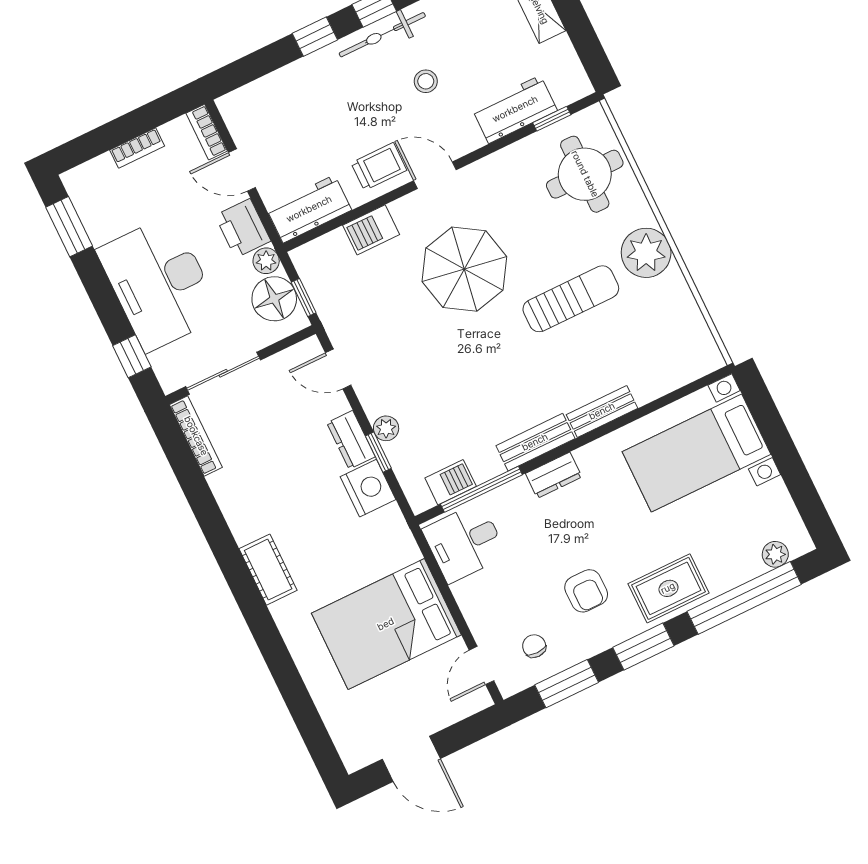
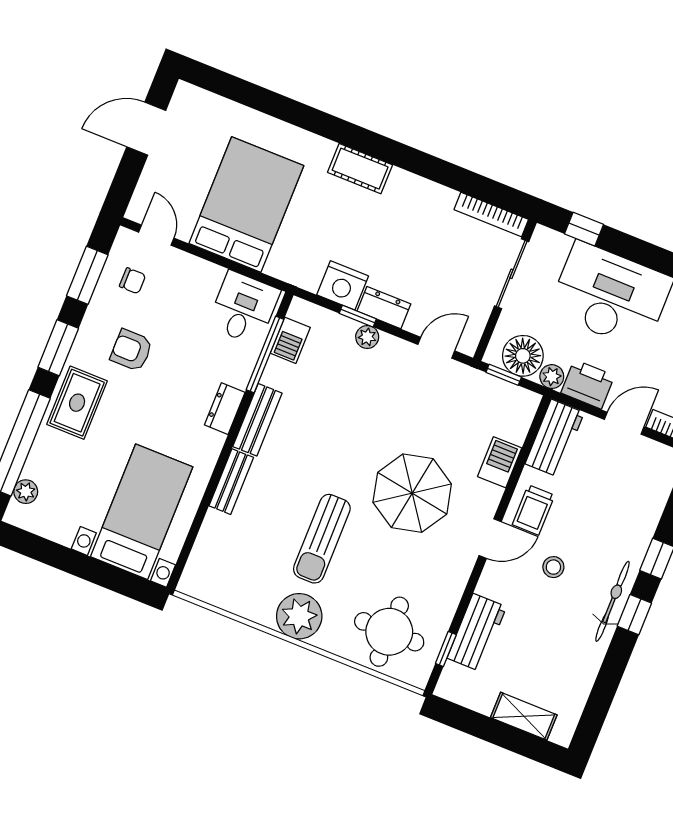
stool: (426, 81) -> (553, 567), moved

